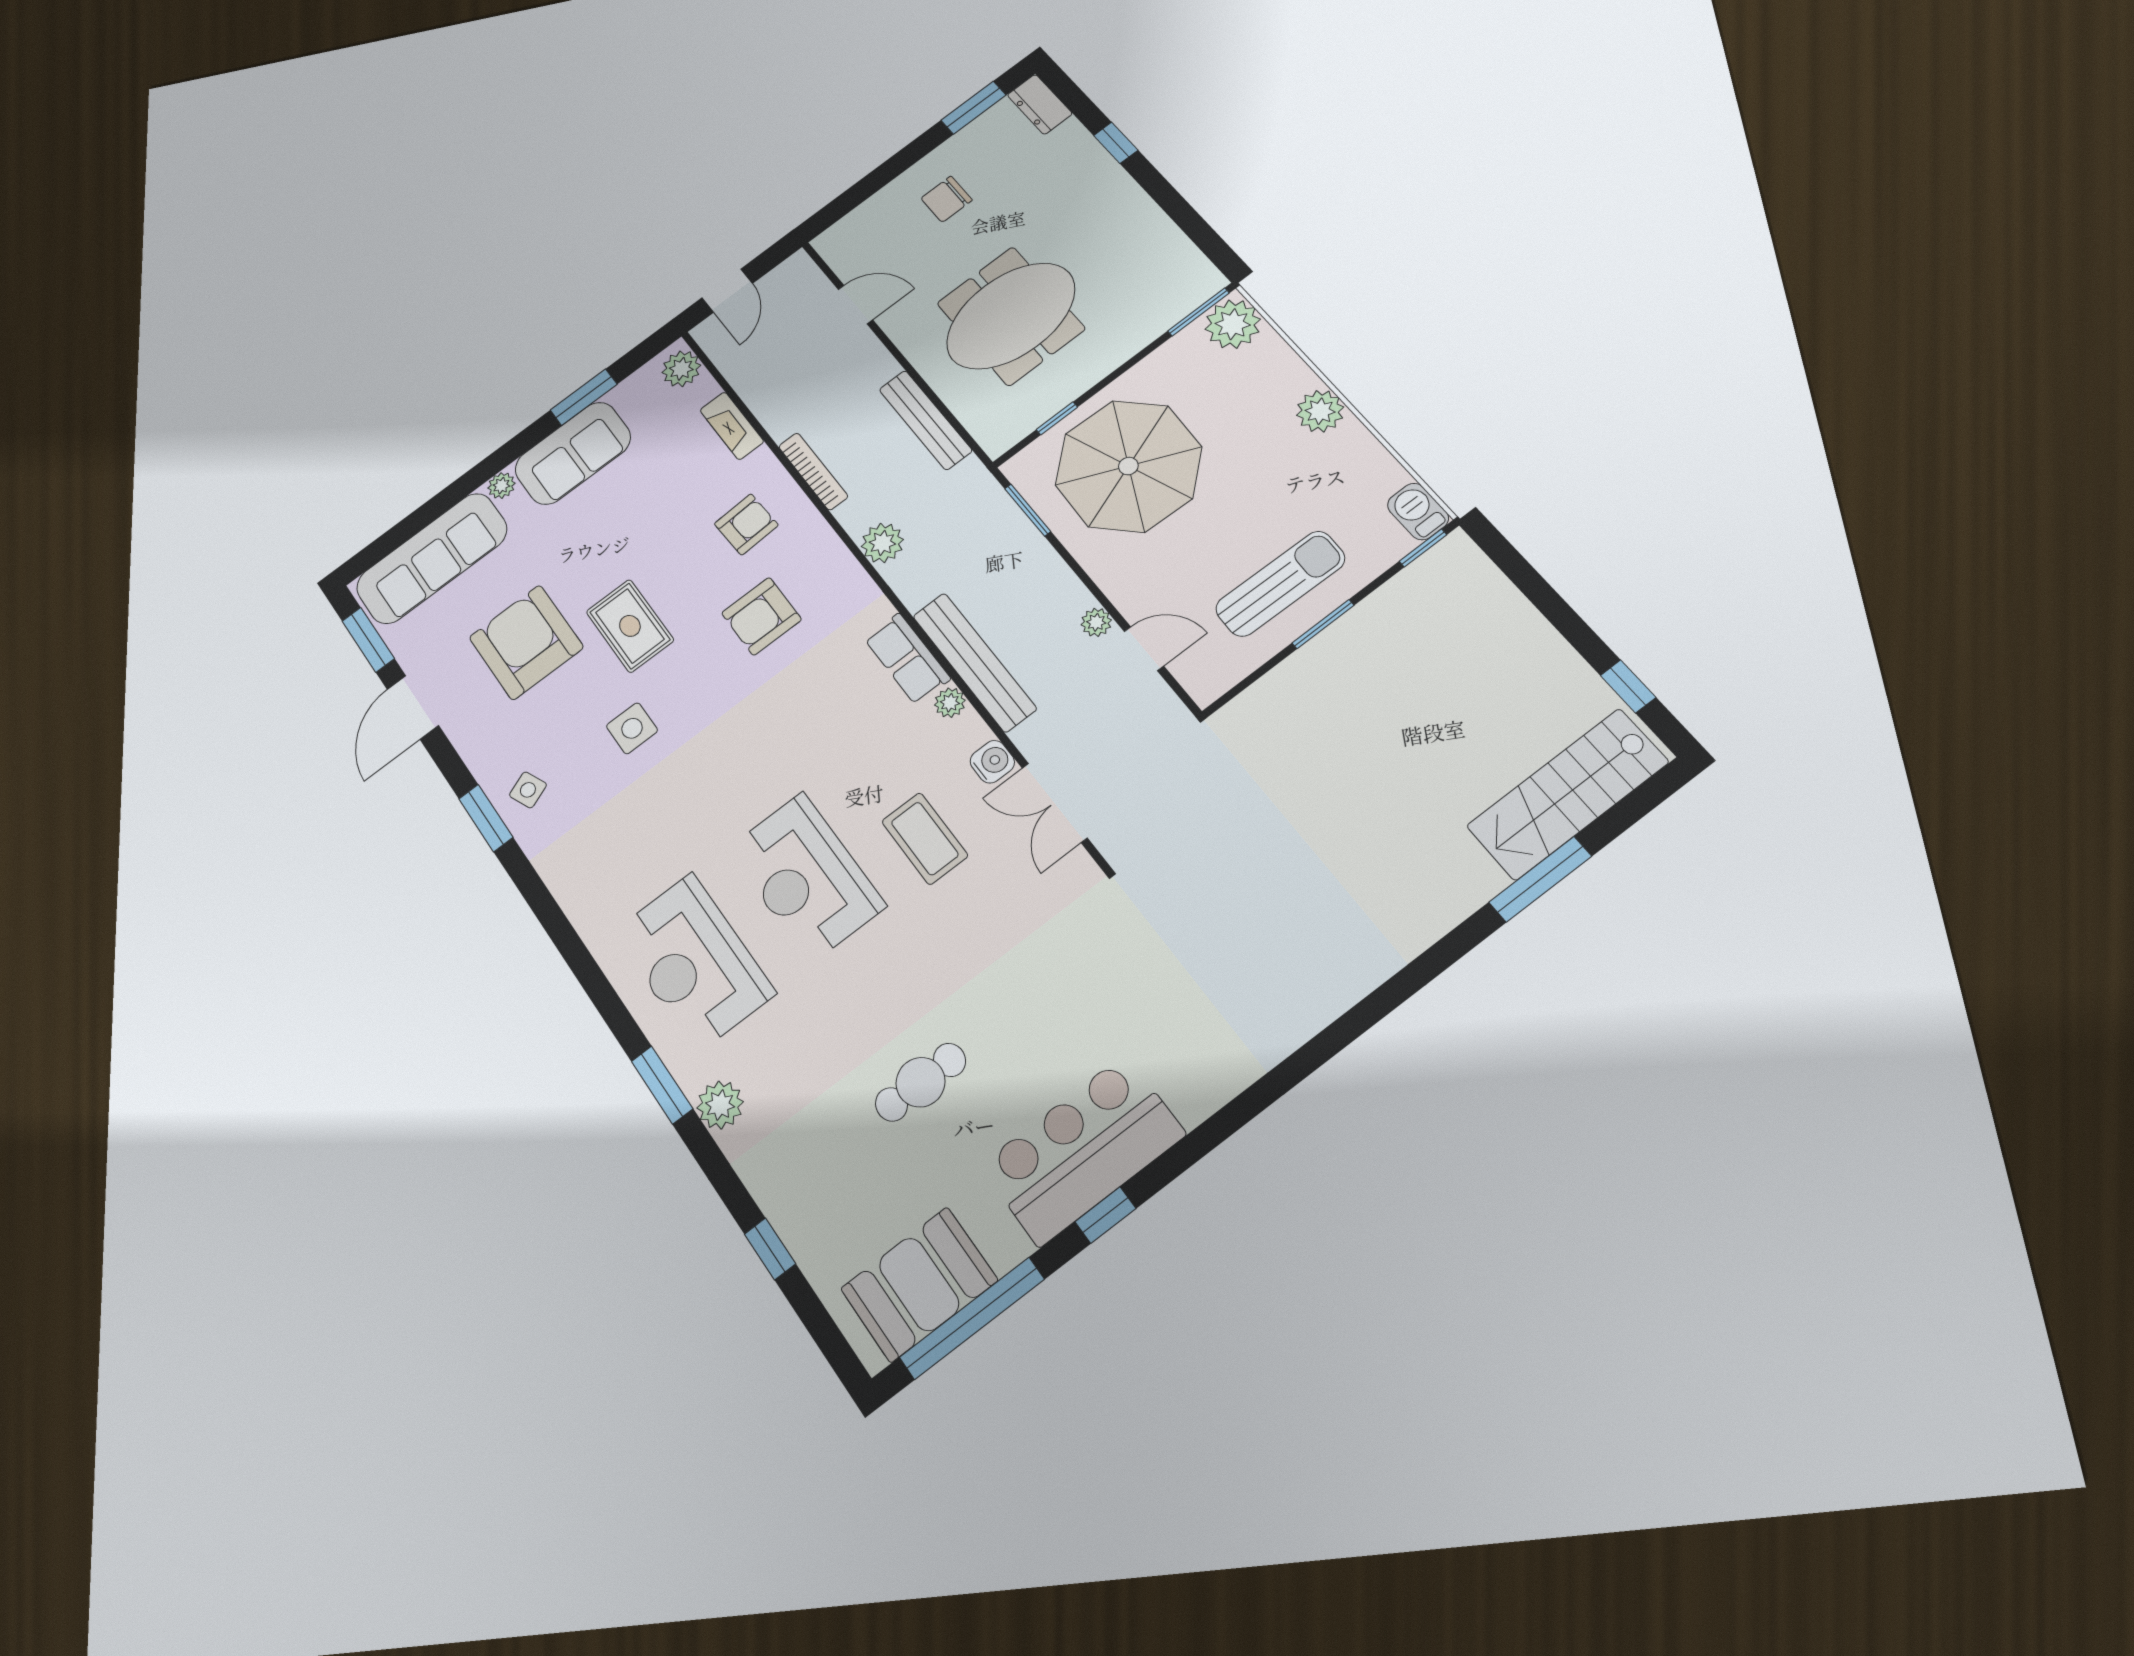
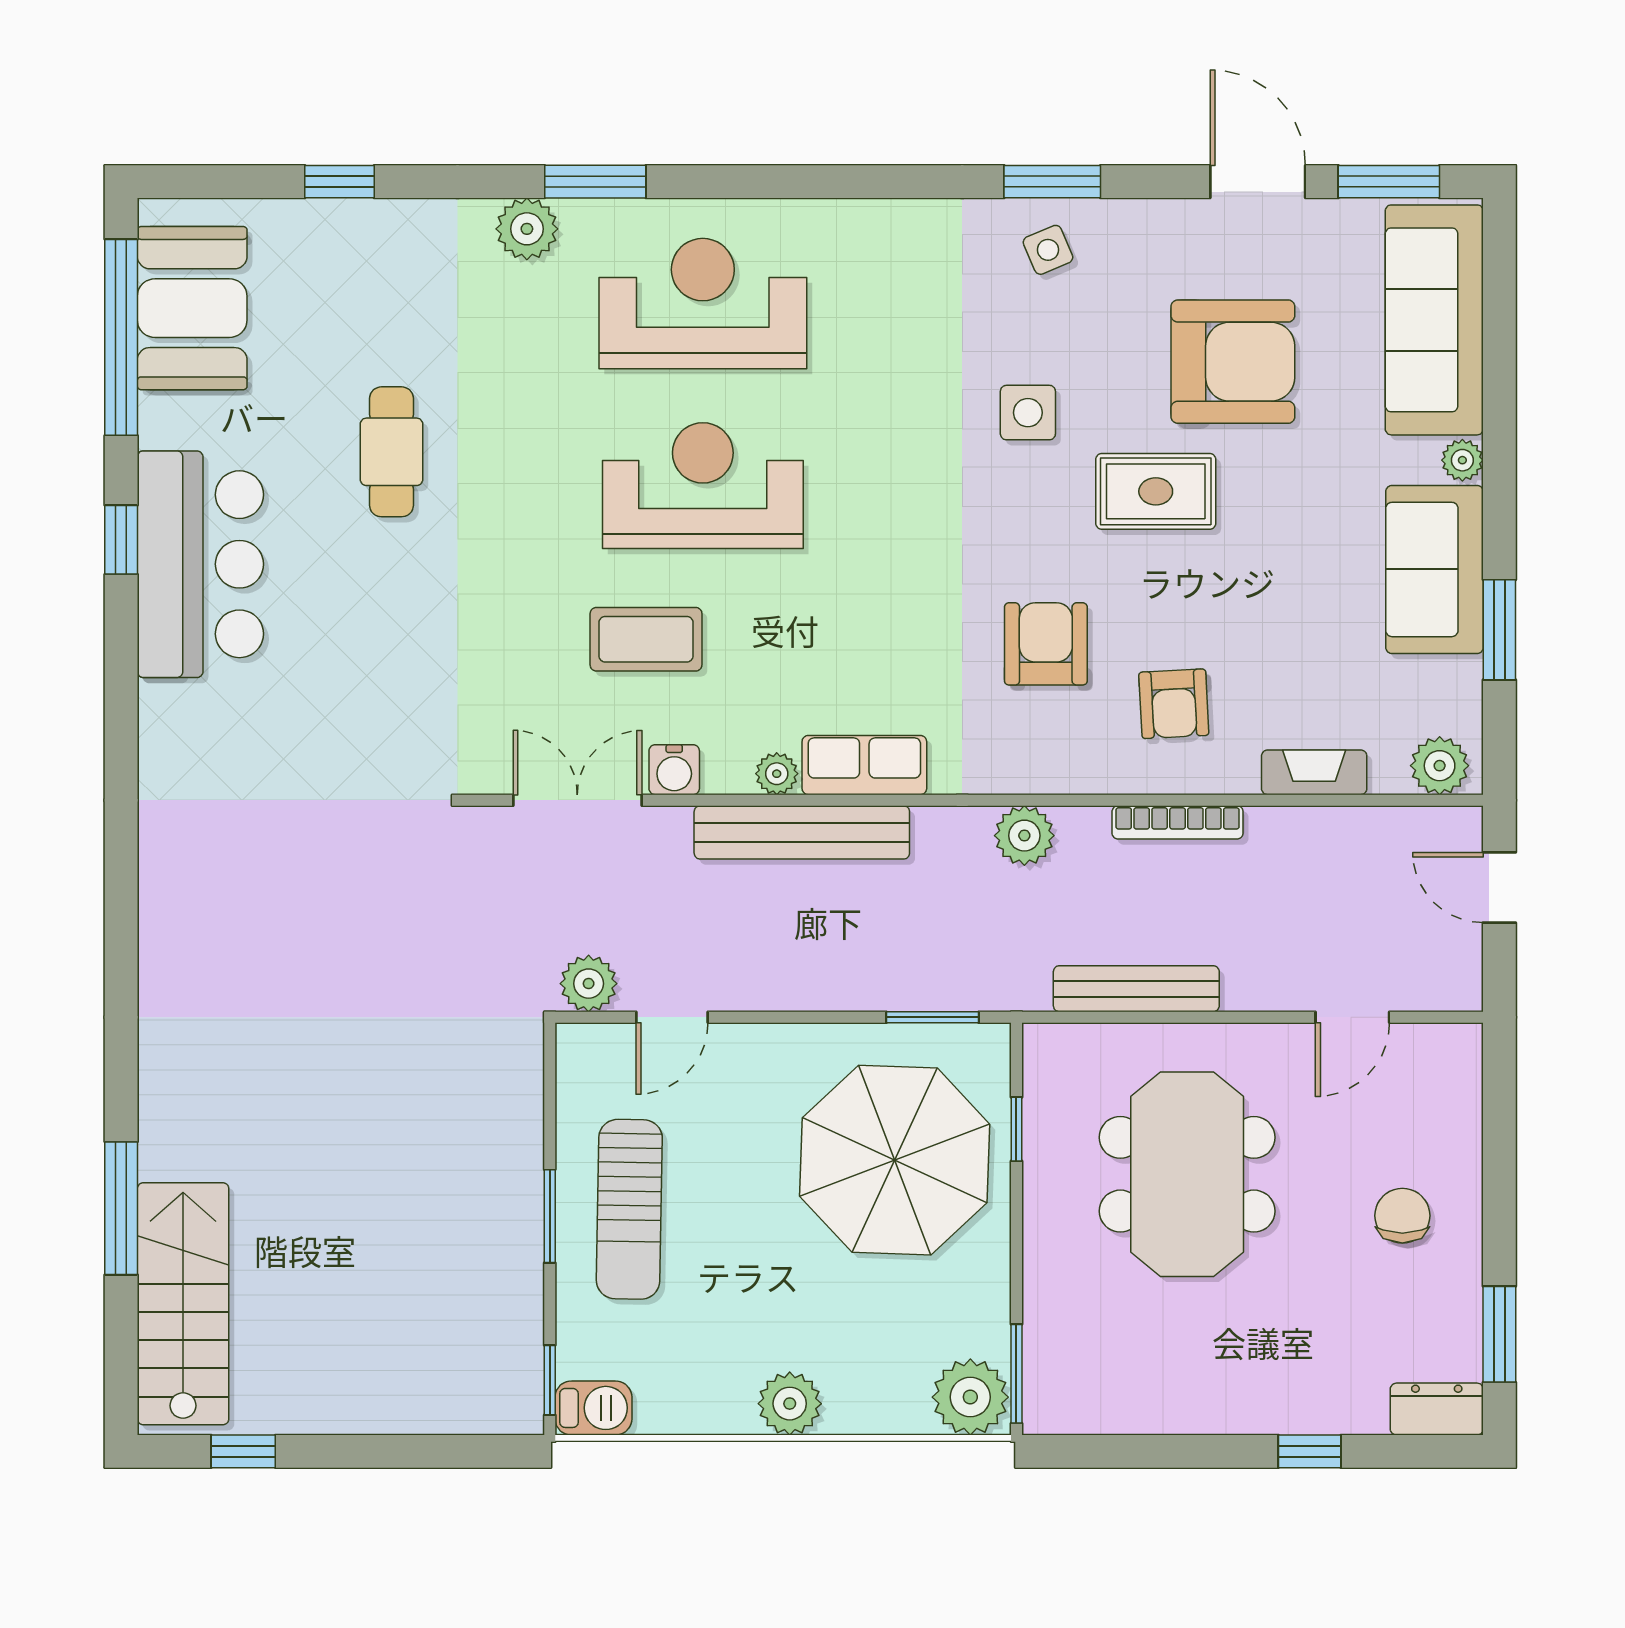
plant: (1096, 622) -> (589, 984), moved, width x1.38, depth x1.38

